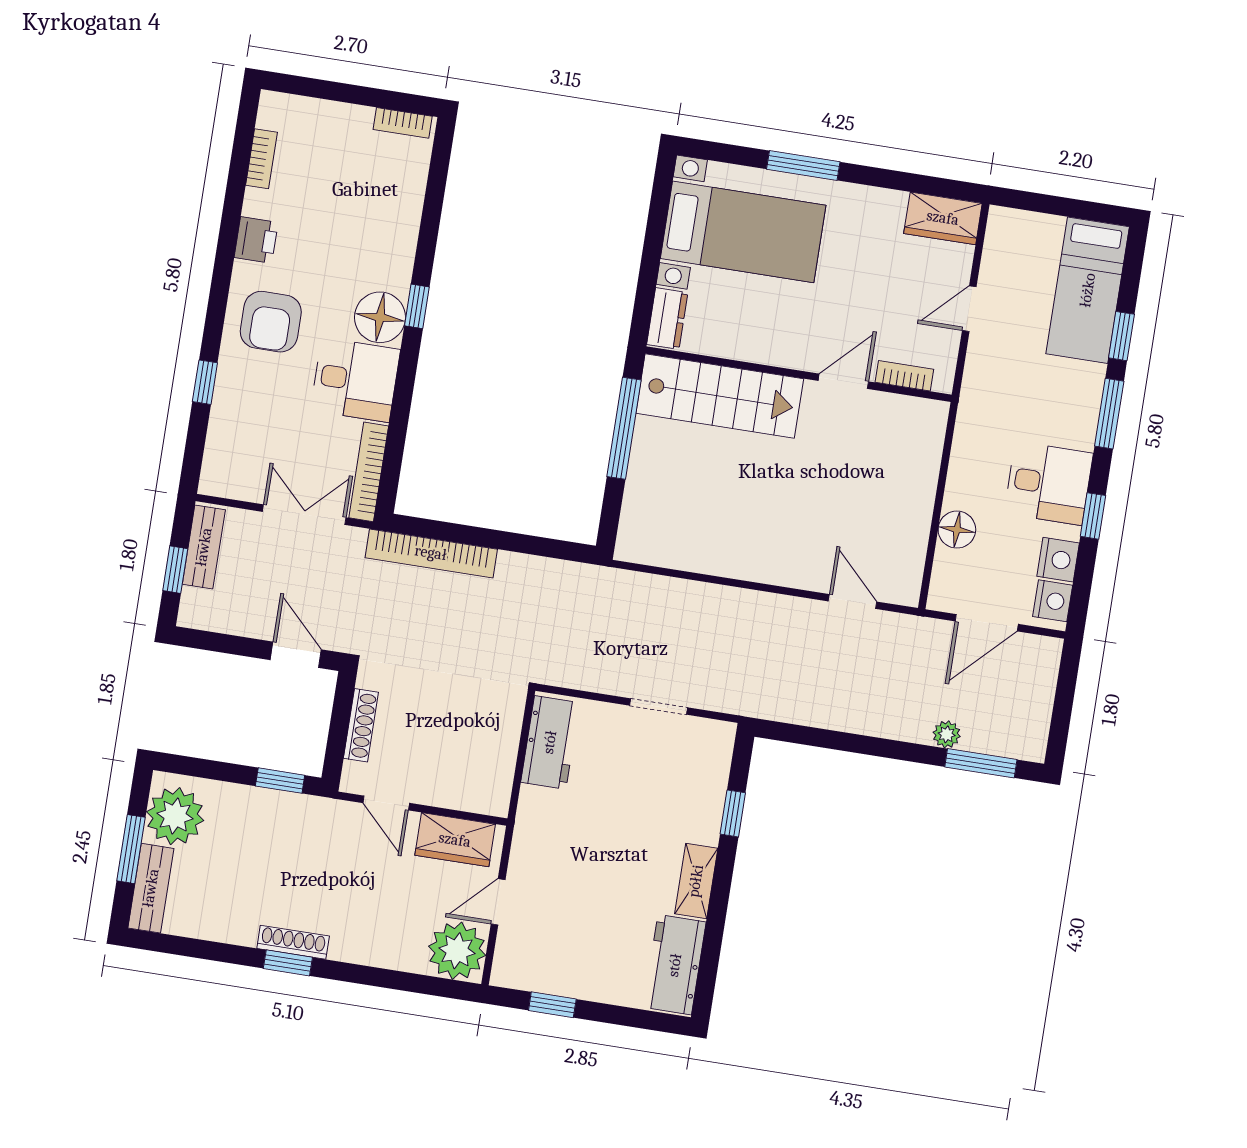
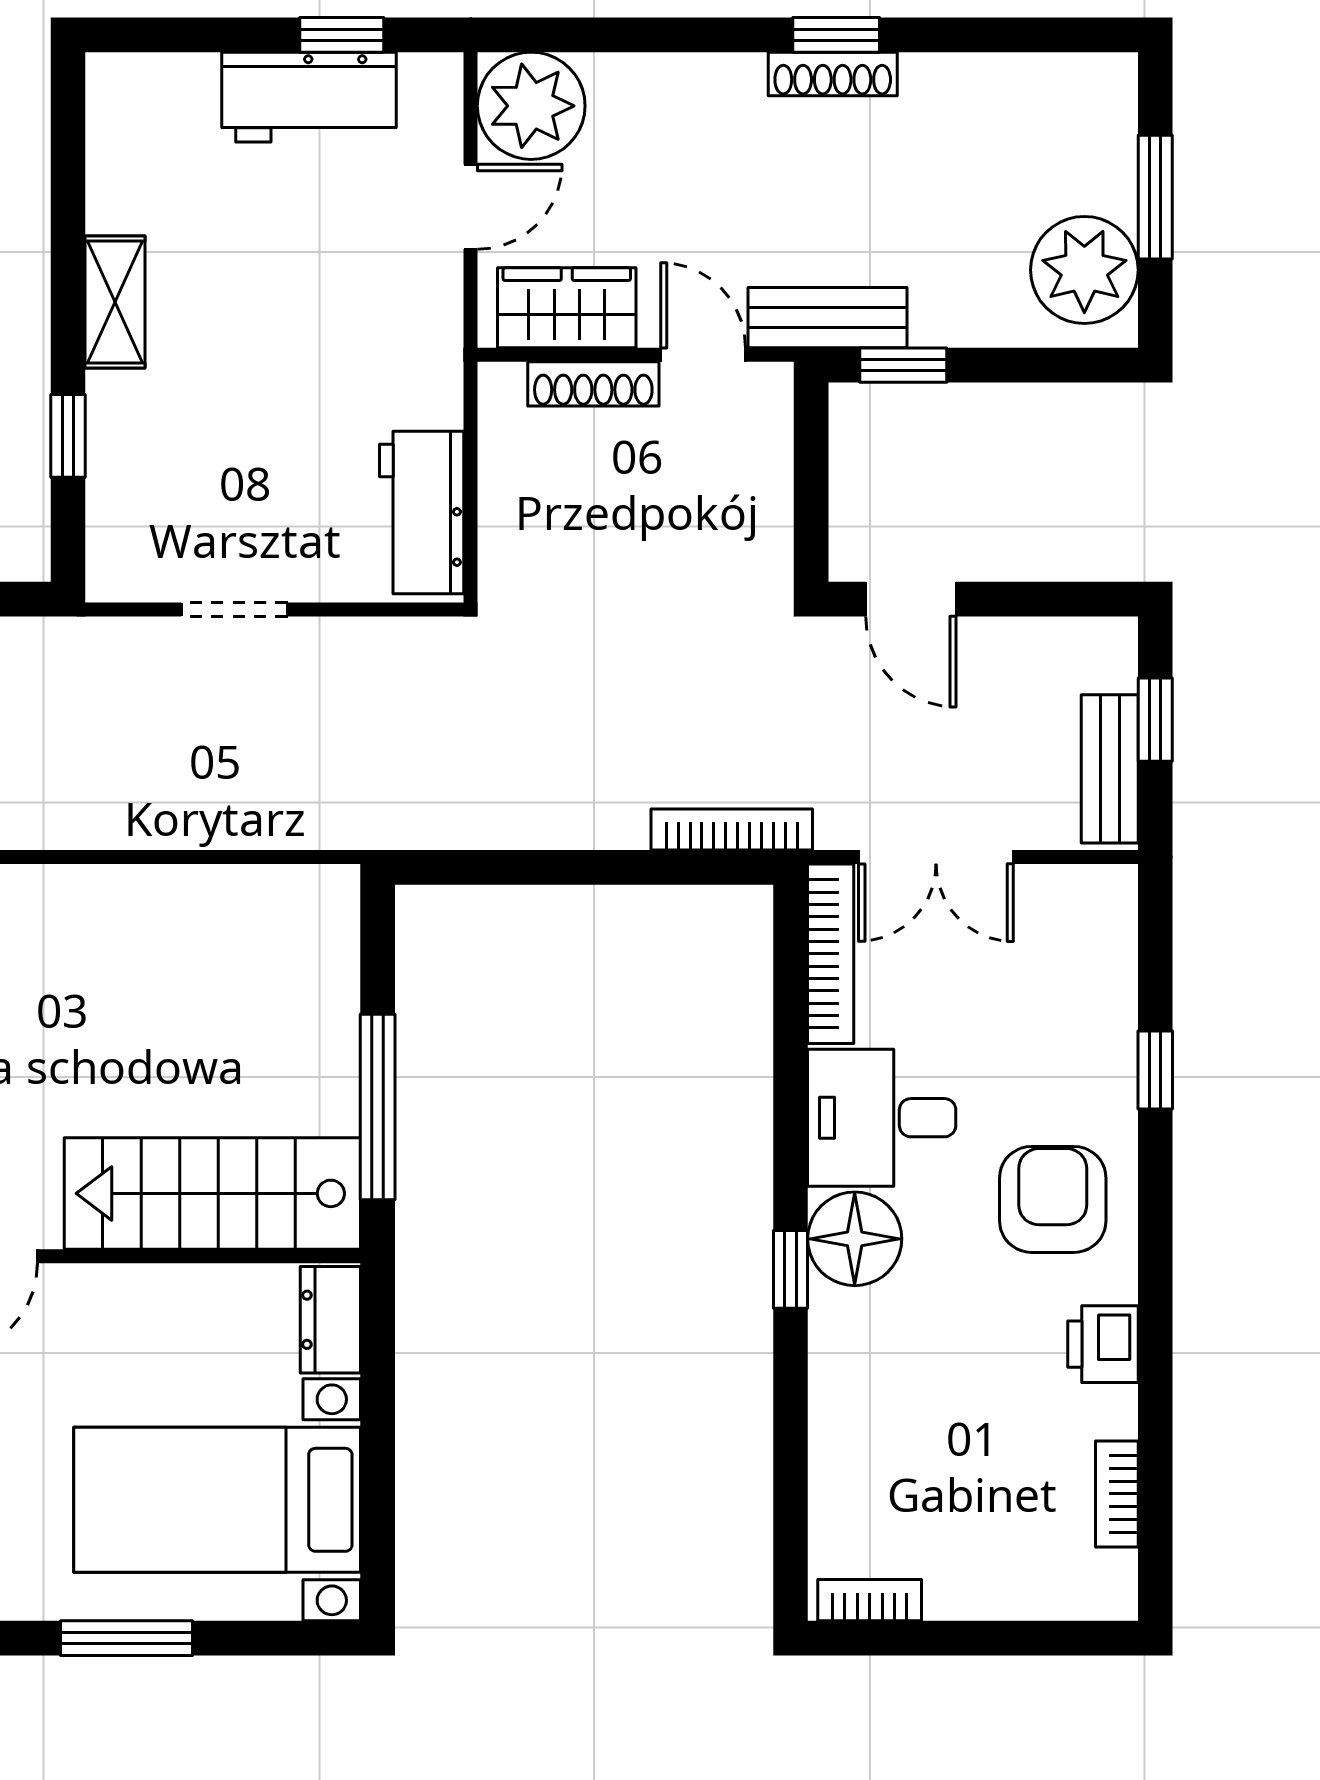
bookcase: (431, 553) -> (732, 830), width x0.68, depth x0.76
shoe rack: (361, 725) -> (593, 384), moved, turned -90
bench: (151, 888) -> (828, 318), moved, turned 90
workbench: (675, 965) -> (309, 97), moved, turned 90

